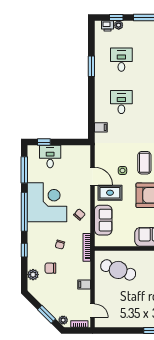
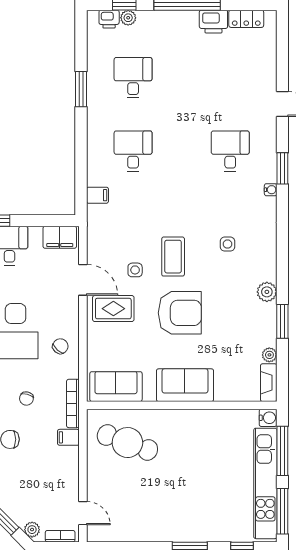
filing cabinet: (79, 152) -> (60, 237), added
sofa: (103, 220) -> (116, 387), moved, turned -90
filing cabinet: (84, 284) -> (68, 437), moved

